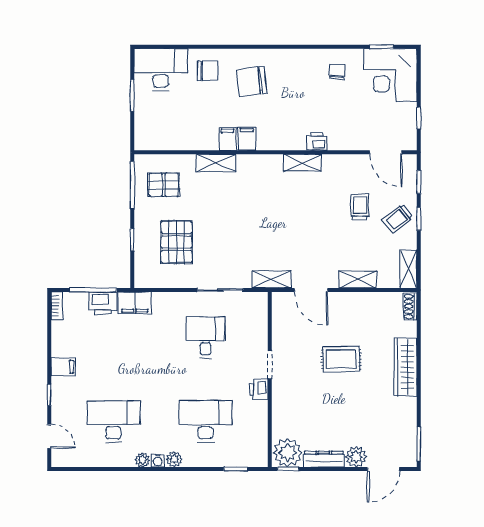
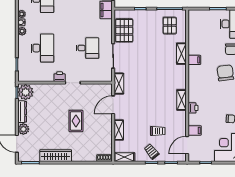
filing cabinet: (247, 138) -> (195, 130), moved
pallet: (176, 242) -> (124, 30), moved, turned 90
wardrobe: (406, 367) -> (56, 156), moved

